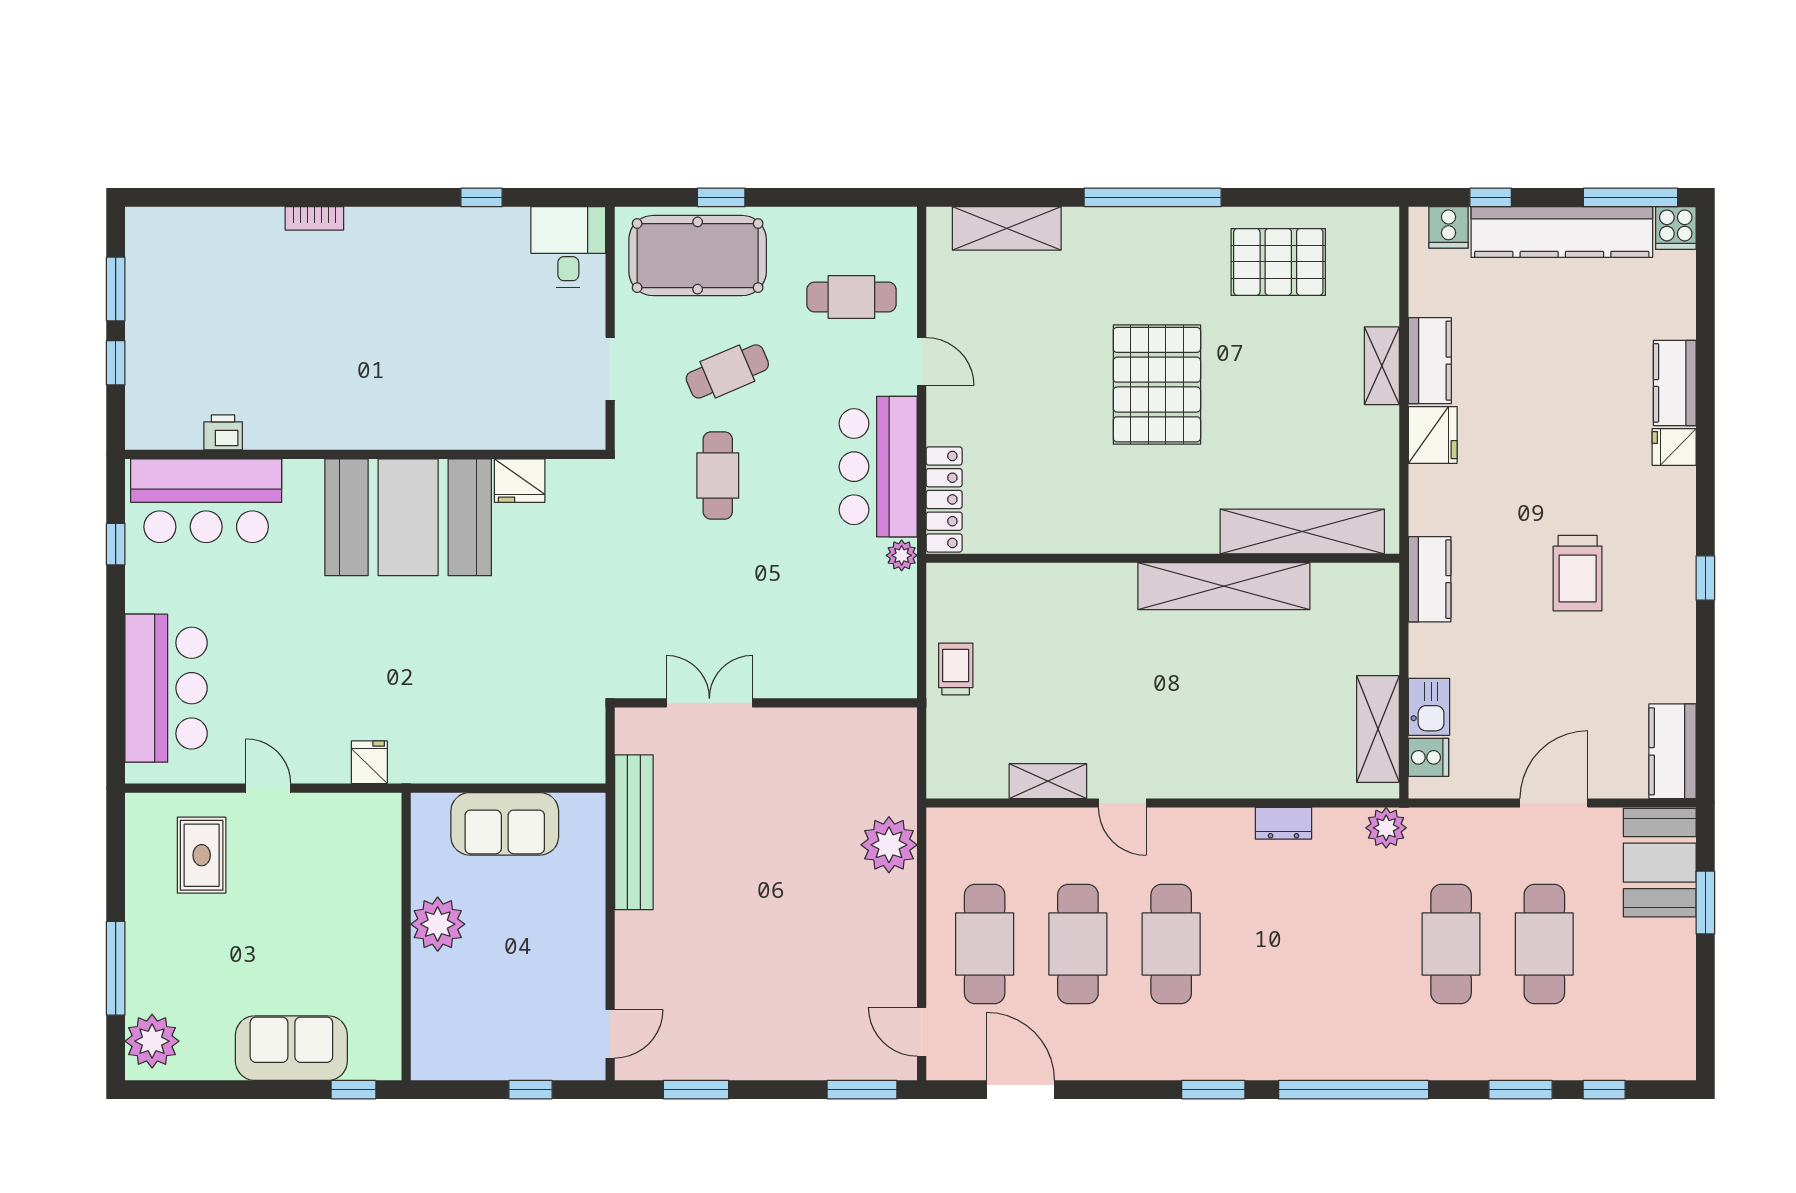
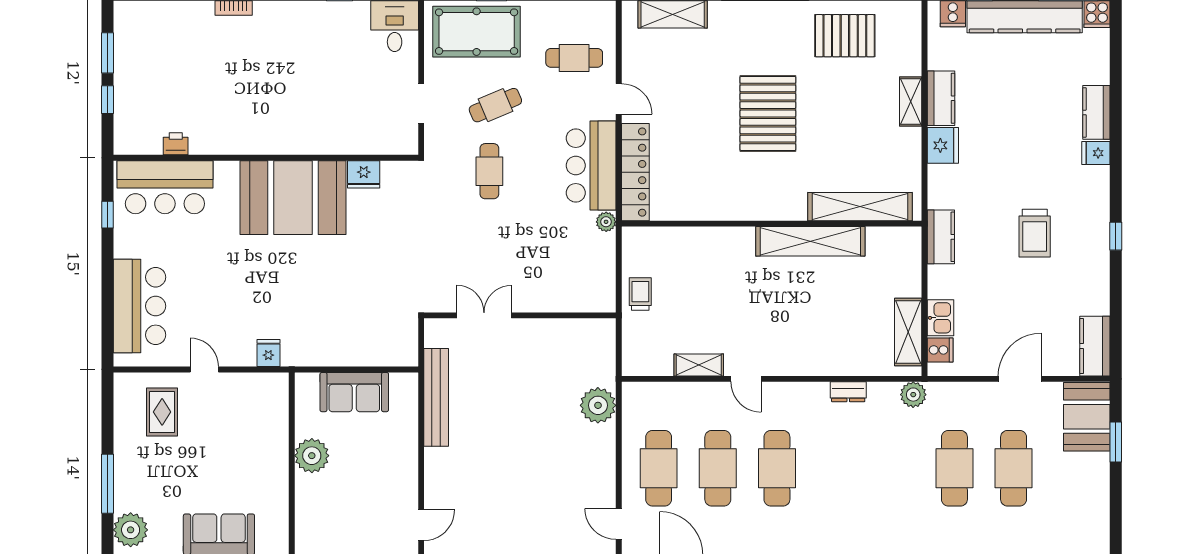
locker: (944, 499) -> (635, 172), width x1.41, depth x1.21

